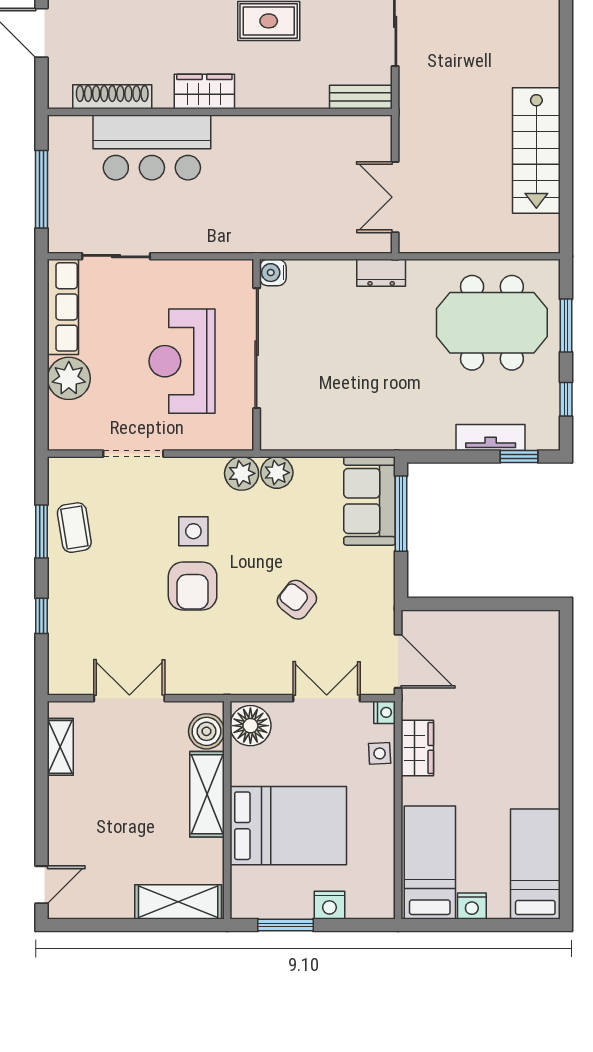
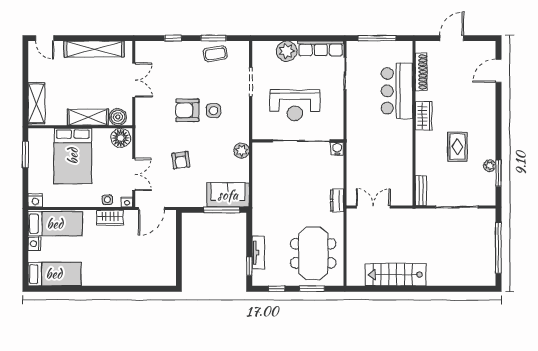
reception desk: (182, 361) -> (295, 105), turned 180
plant: (242, 473) -> (241, 134), removed
armchair: (297, 600) -> (181, 160), turned 135
shelving: (60, 747) -> (94, 49), width x2.20, depth x1.33
nightstand: (329, 905) -> (35, 200), moved, turned -90

